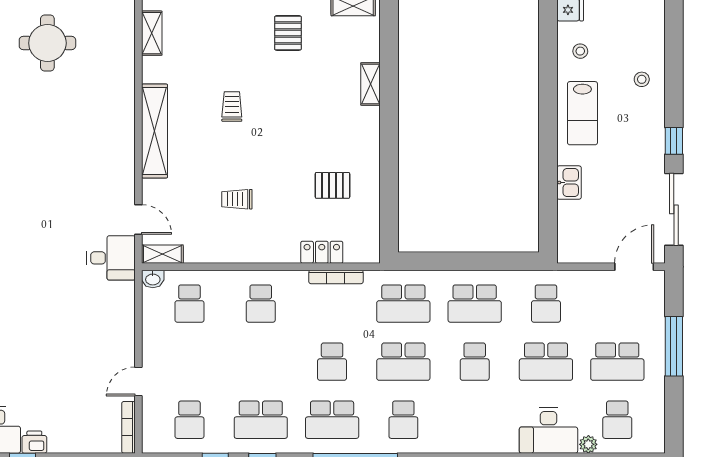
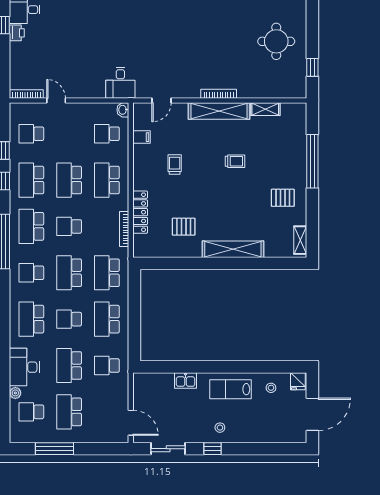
shelving: (152, 33) -> (265, 109), moved
stool: (642, 79) -> (220, 428), moved
shelving: (371, 84) -> (233, 249), width x2.20, depth x1.33
bookcase: (128, 132) -> (219, 94), added
pallet: (332, 185) -> (184, 227), turned 90
sliding door: (674, 209) -> (168, 449), width x0.73
filing cabinet: (195, 250) -> (142, 137), added
locker: (322, 252) -> (140, 212), width x1.53
shelving: (162, 254) -> (139, 116), removed
desk: (111, 258) -> (120, 83), moved
school desk: (261, 304) -> (107, 180), width x1.85
window: (674, 346) -> (55, 449), moved
school desk: (261, 362) -> (69, 180), added
school desk: (475, 420) -> (31, 319), added

